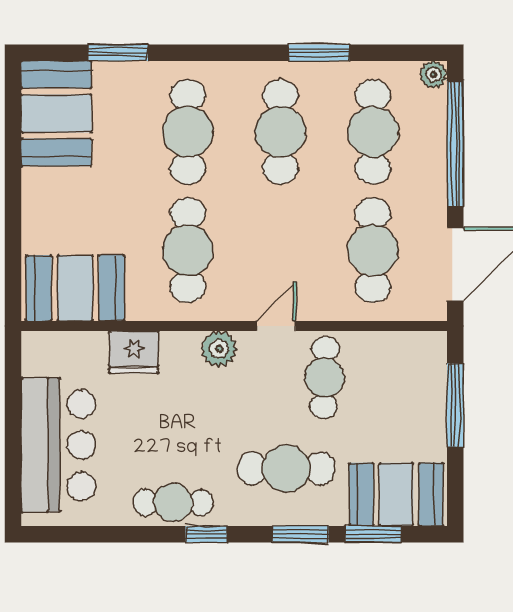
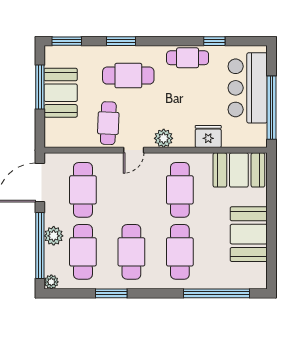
window: (118, 53) -> (216, 293), width x2.11
booth: (56, 113) -> (249, 234), moved
plant: (429, 163) -> (54, 236), added
window: (455, 405) -> (40, 87), moved
window: (13, 407) -> (271, 108), added
booth: (396, 495) -> (61, 93), moved, turned 90
window: (206, 534) -> (214, 41), moved
window: (373, 534) -> (67, 41), moved

